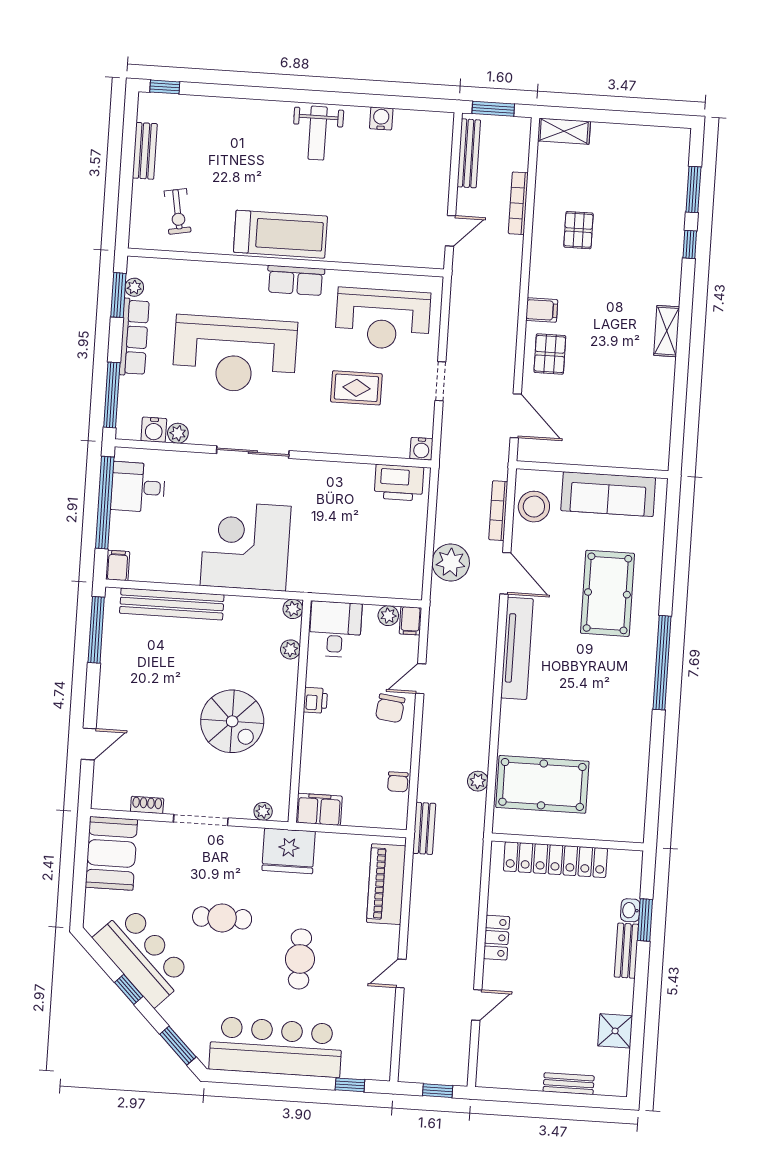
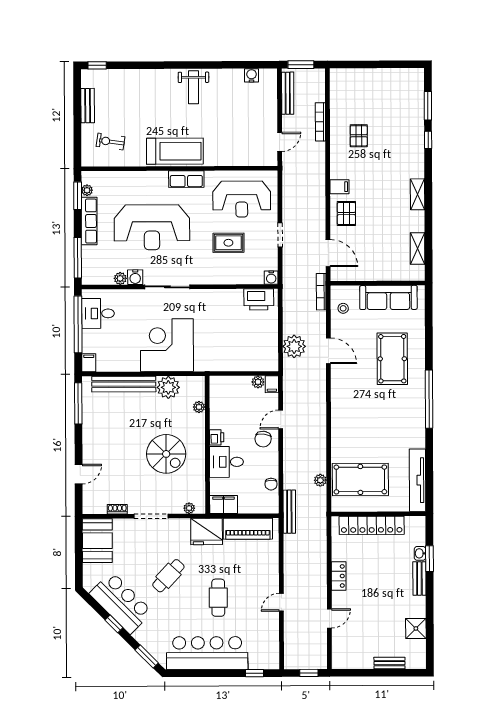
water cooler: (381, 118) -> (252, 75), moved
shelving: (564, 131) -> (418, 248), moved, turned 90
exercise bike: (178, 211) -> (110, 142), turned 108
water cooler: (154, 430) -> (135, 277), moved
stool: (534, 507) -> (343, 308), width x0.53, depth x0.53
bookcase: (498, 511) -> (321, 292), moved
plant: (293, 609) -> (168, 387), moved, width x1.87, depth x1.87
desk: (335, 629) -> (226, 462), moved, turned -90
tv unit: (517, 648) -> (417, 480), moved, turned 180
bench: (424, 828) -> (289, 512), width x1.36
piano: (386, 884) -> (248, 529), moved, turned -90
cafe table: (222, 918) -> (168, 576), turned -47

